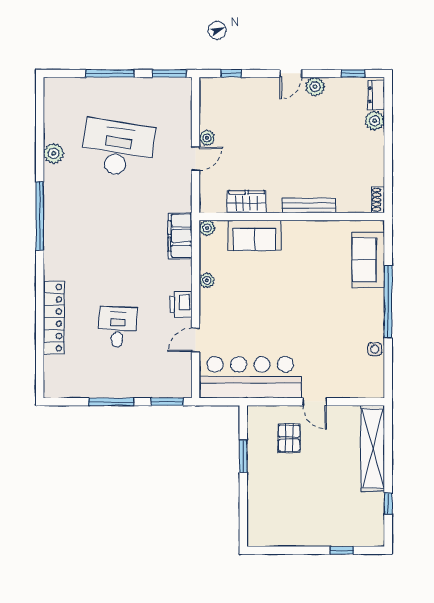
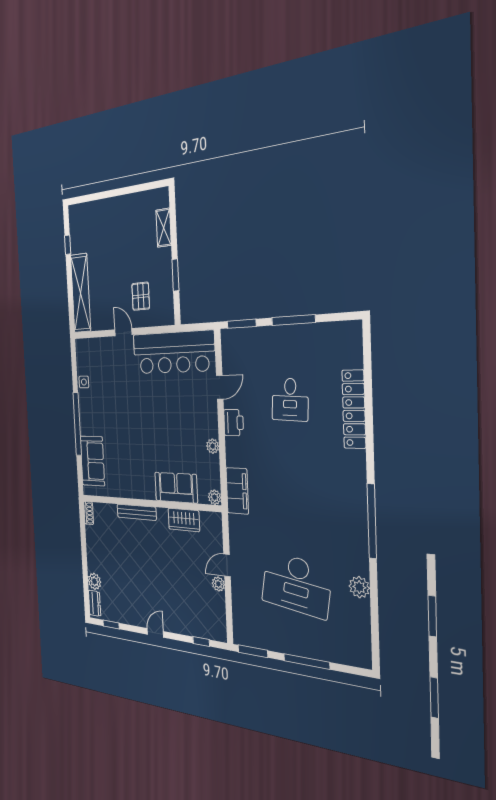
plant: (315, 87) -> (137, 618), removed
shelving: (255, 506) -> (164, 228), added
window: (342, 550) -> (97, 196), removed

